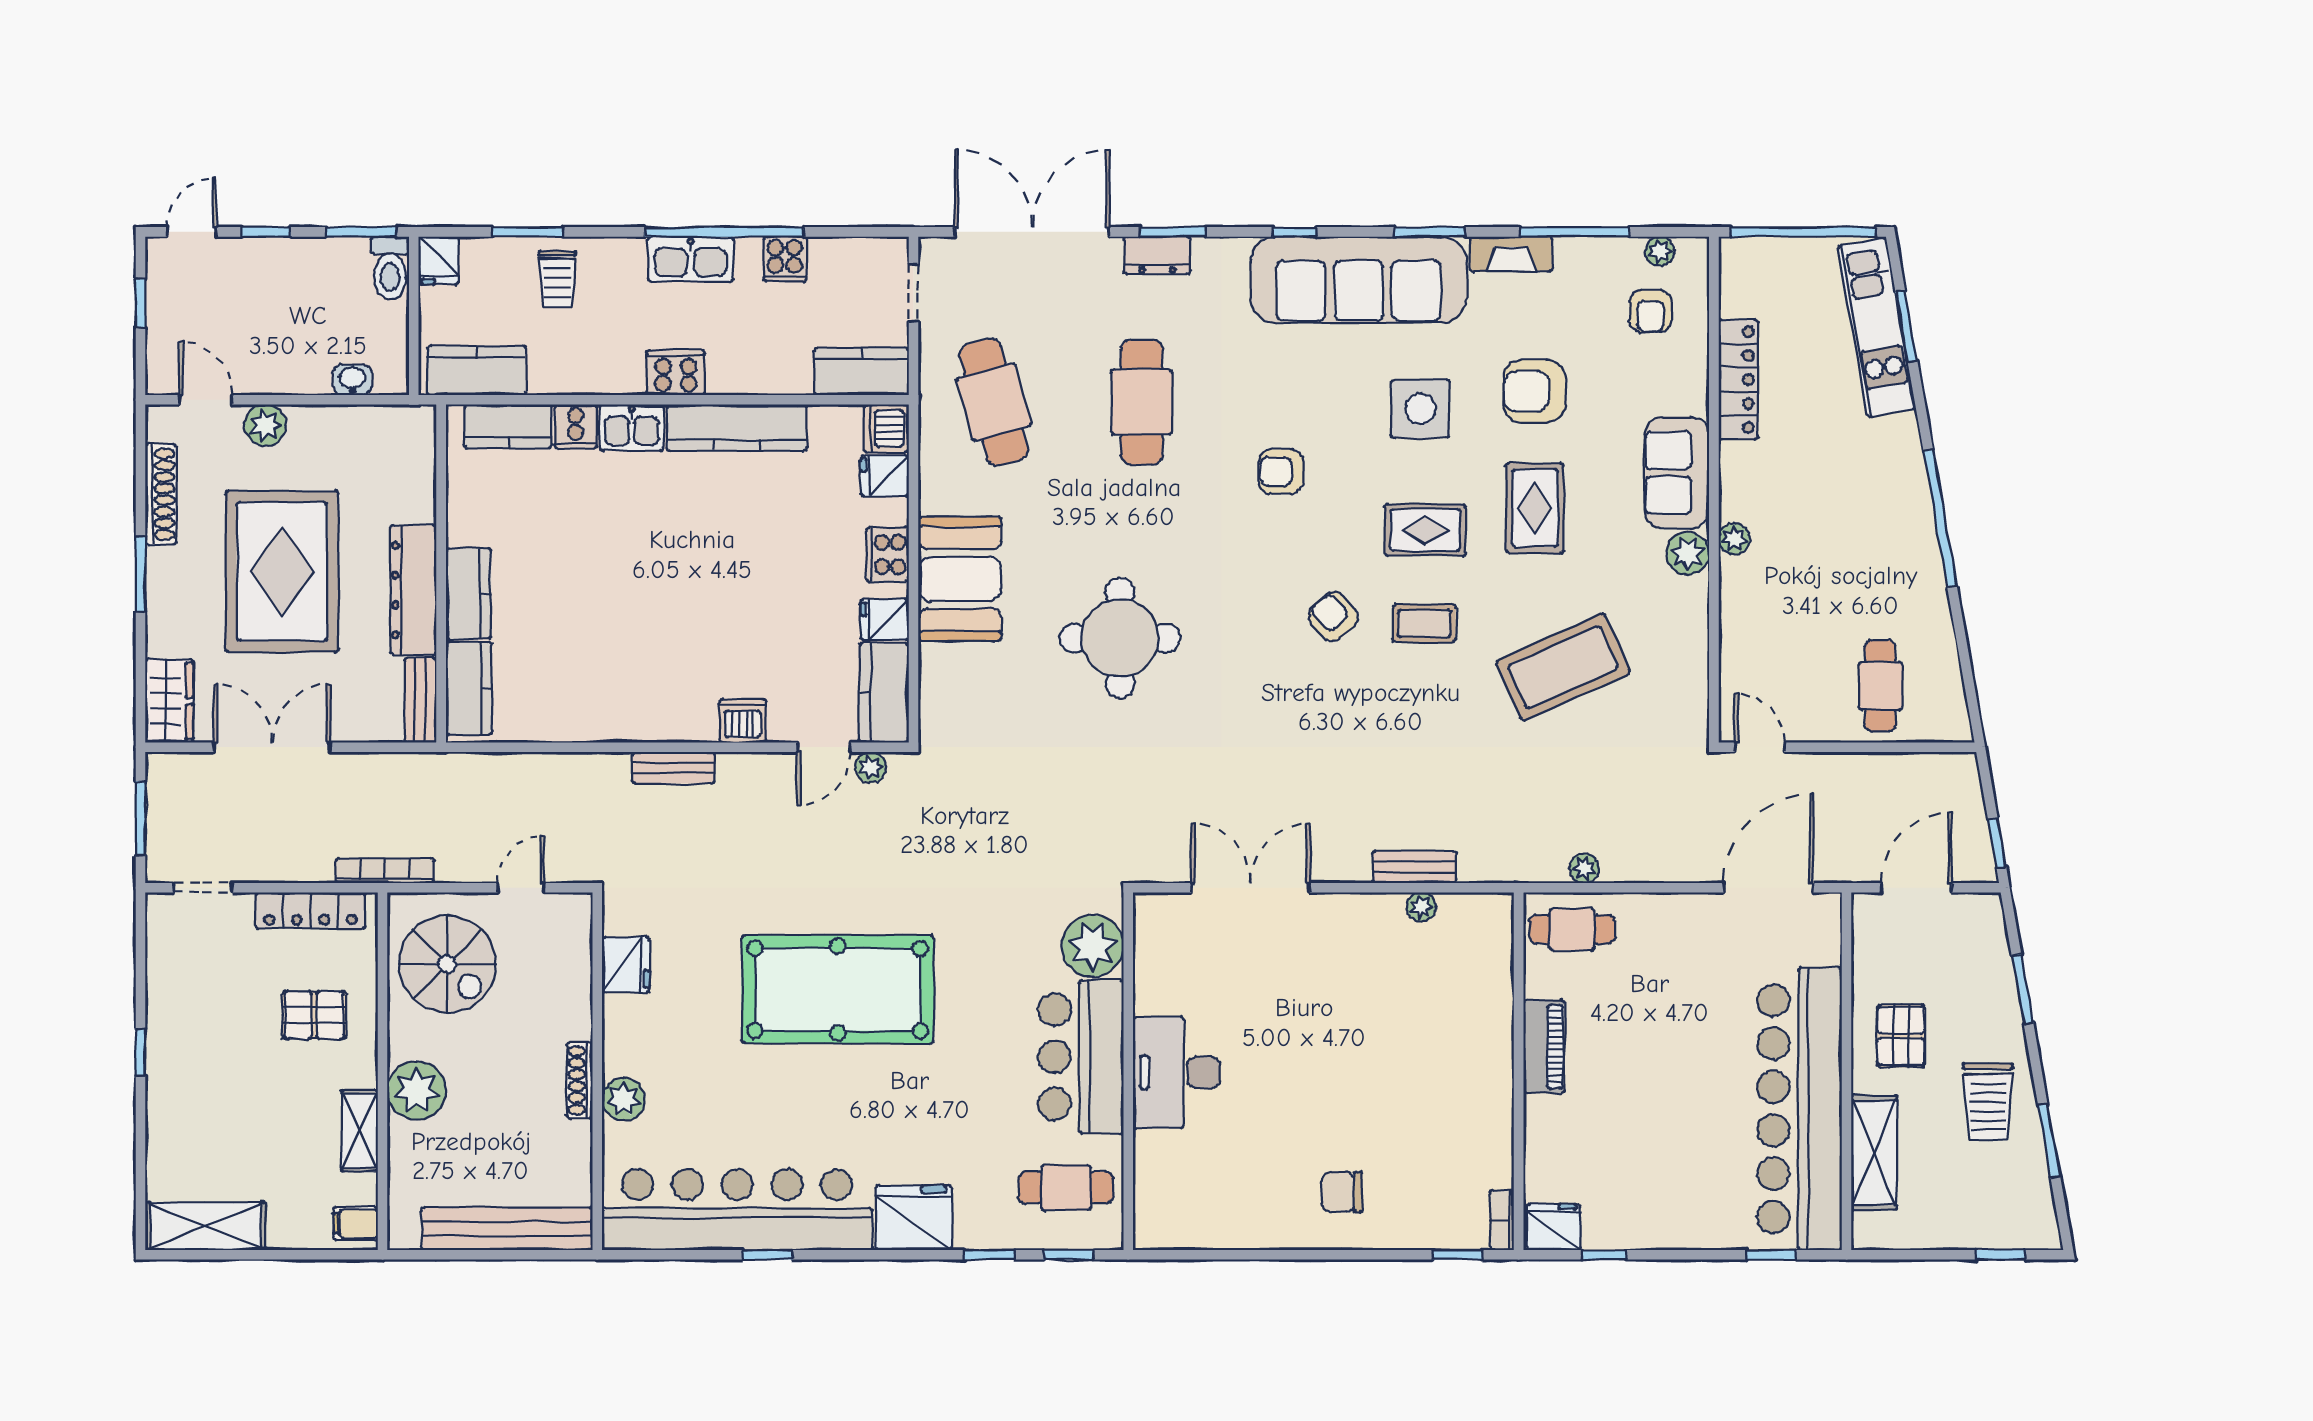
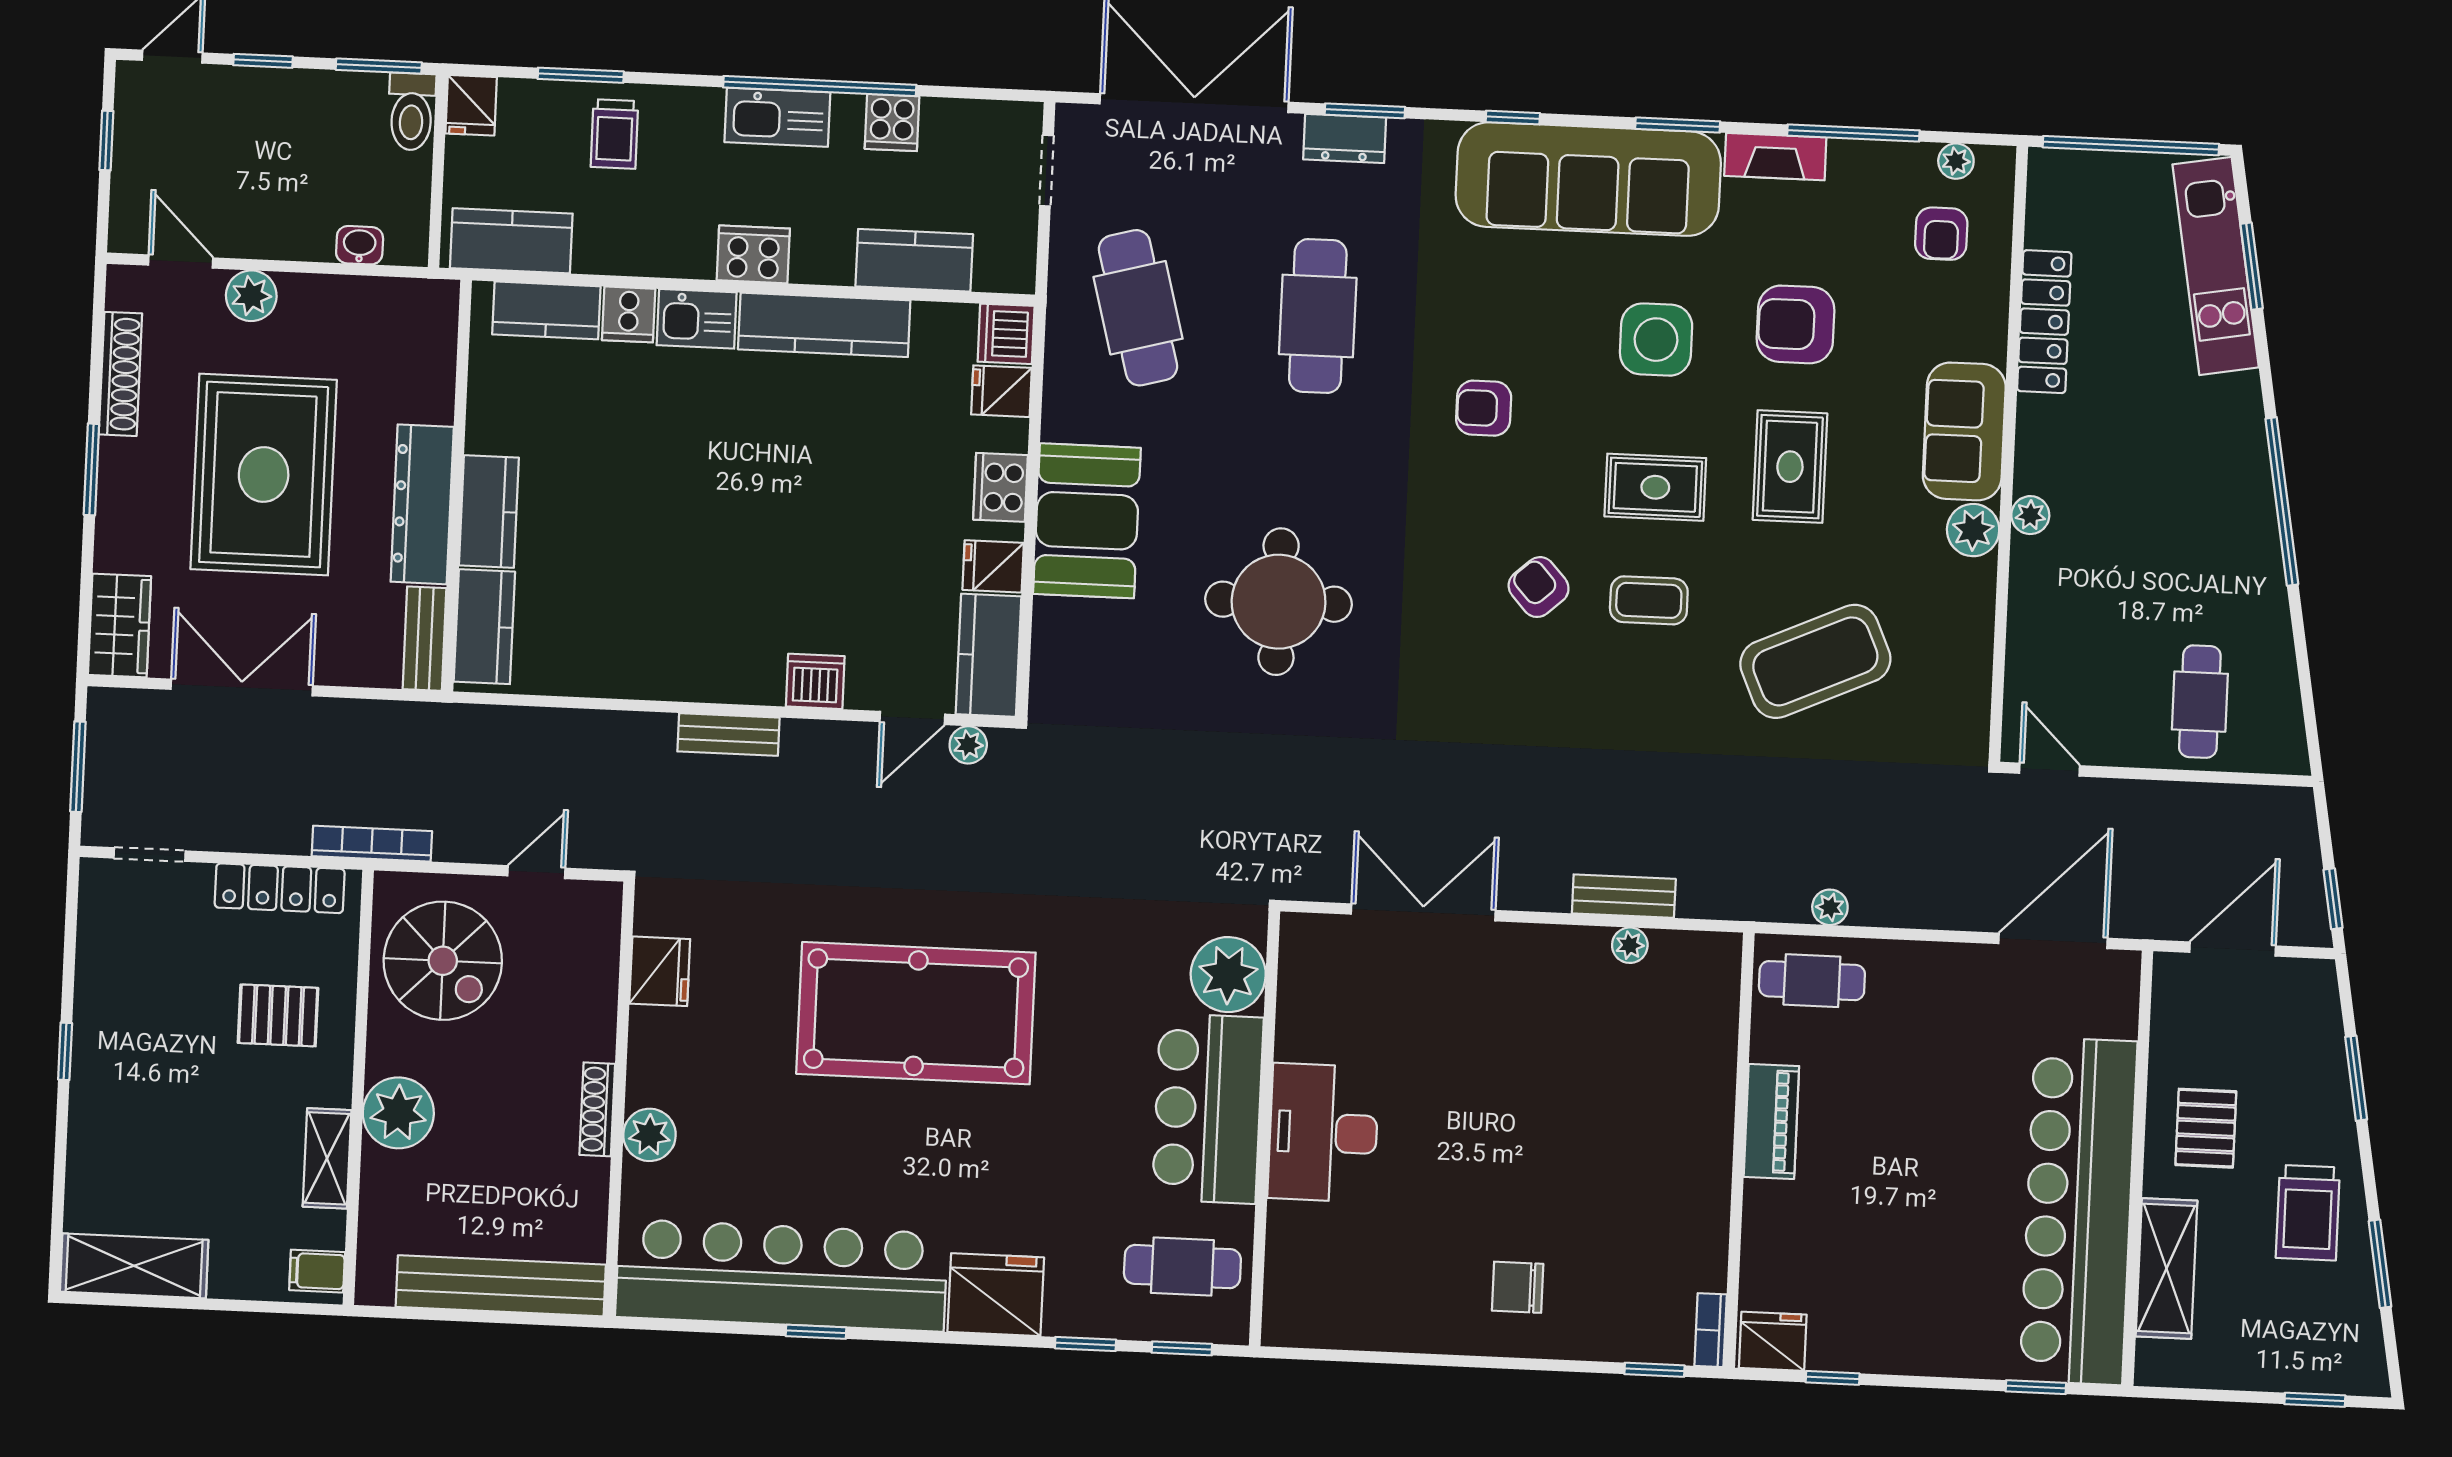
kitchen counter: (861, 371) -> (914, 260), moved

